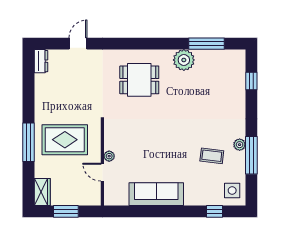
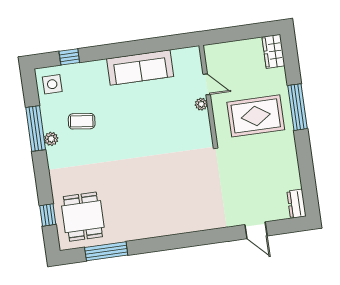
door: (78, 44) -> (256, 230), hinge flipped
plant: (184, 60) -> (130, 228), removed
dining table: (139, 80) -> (83, 217), moved, turned 90
window: (66, 211) -> (243, 33), removed

